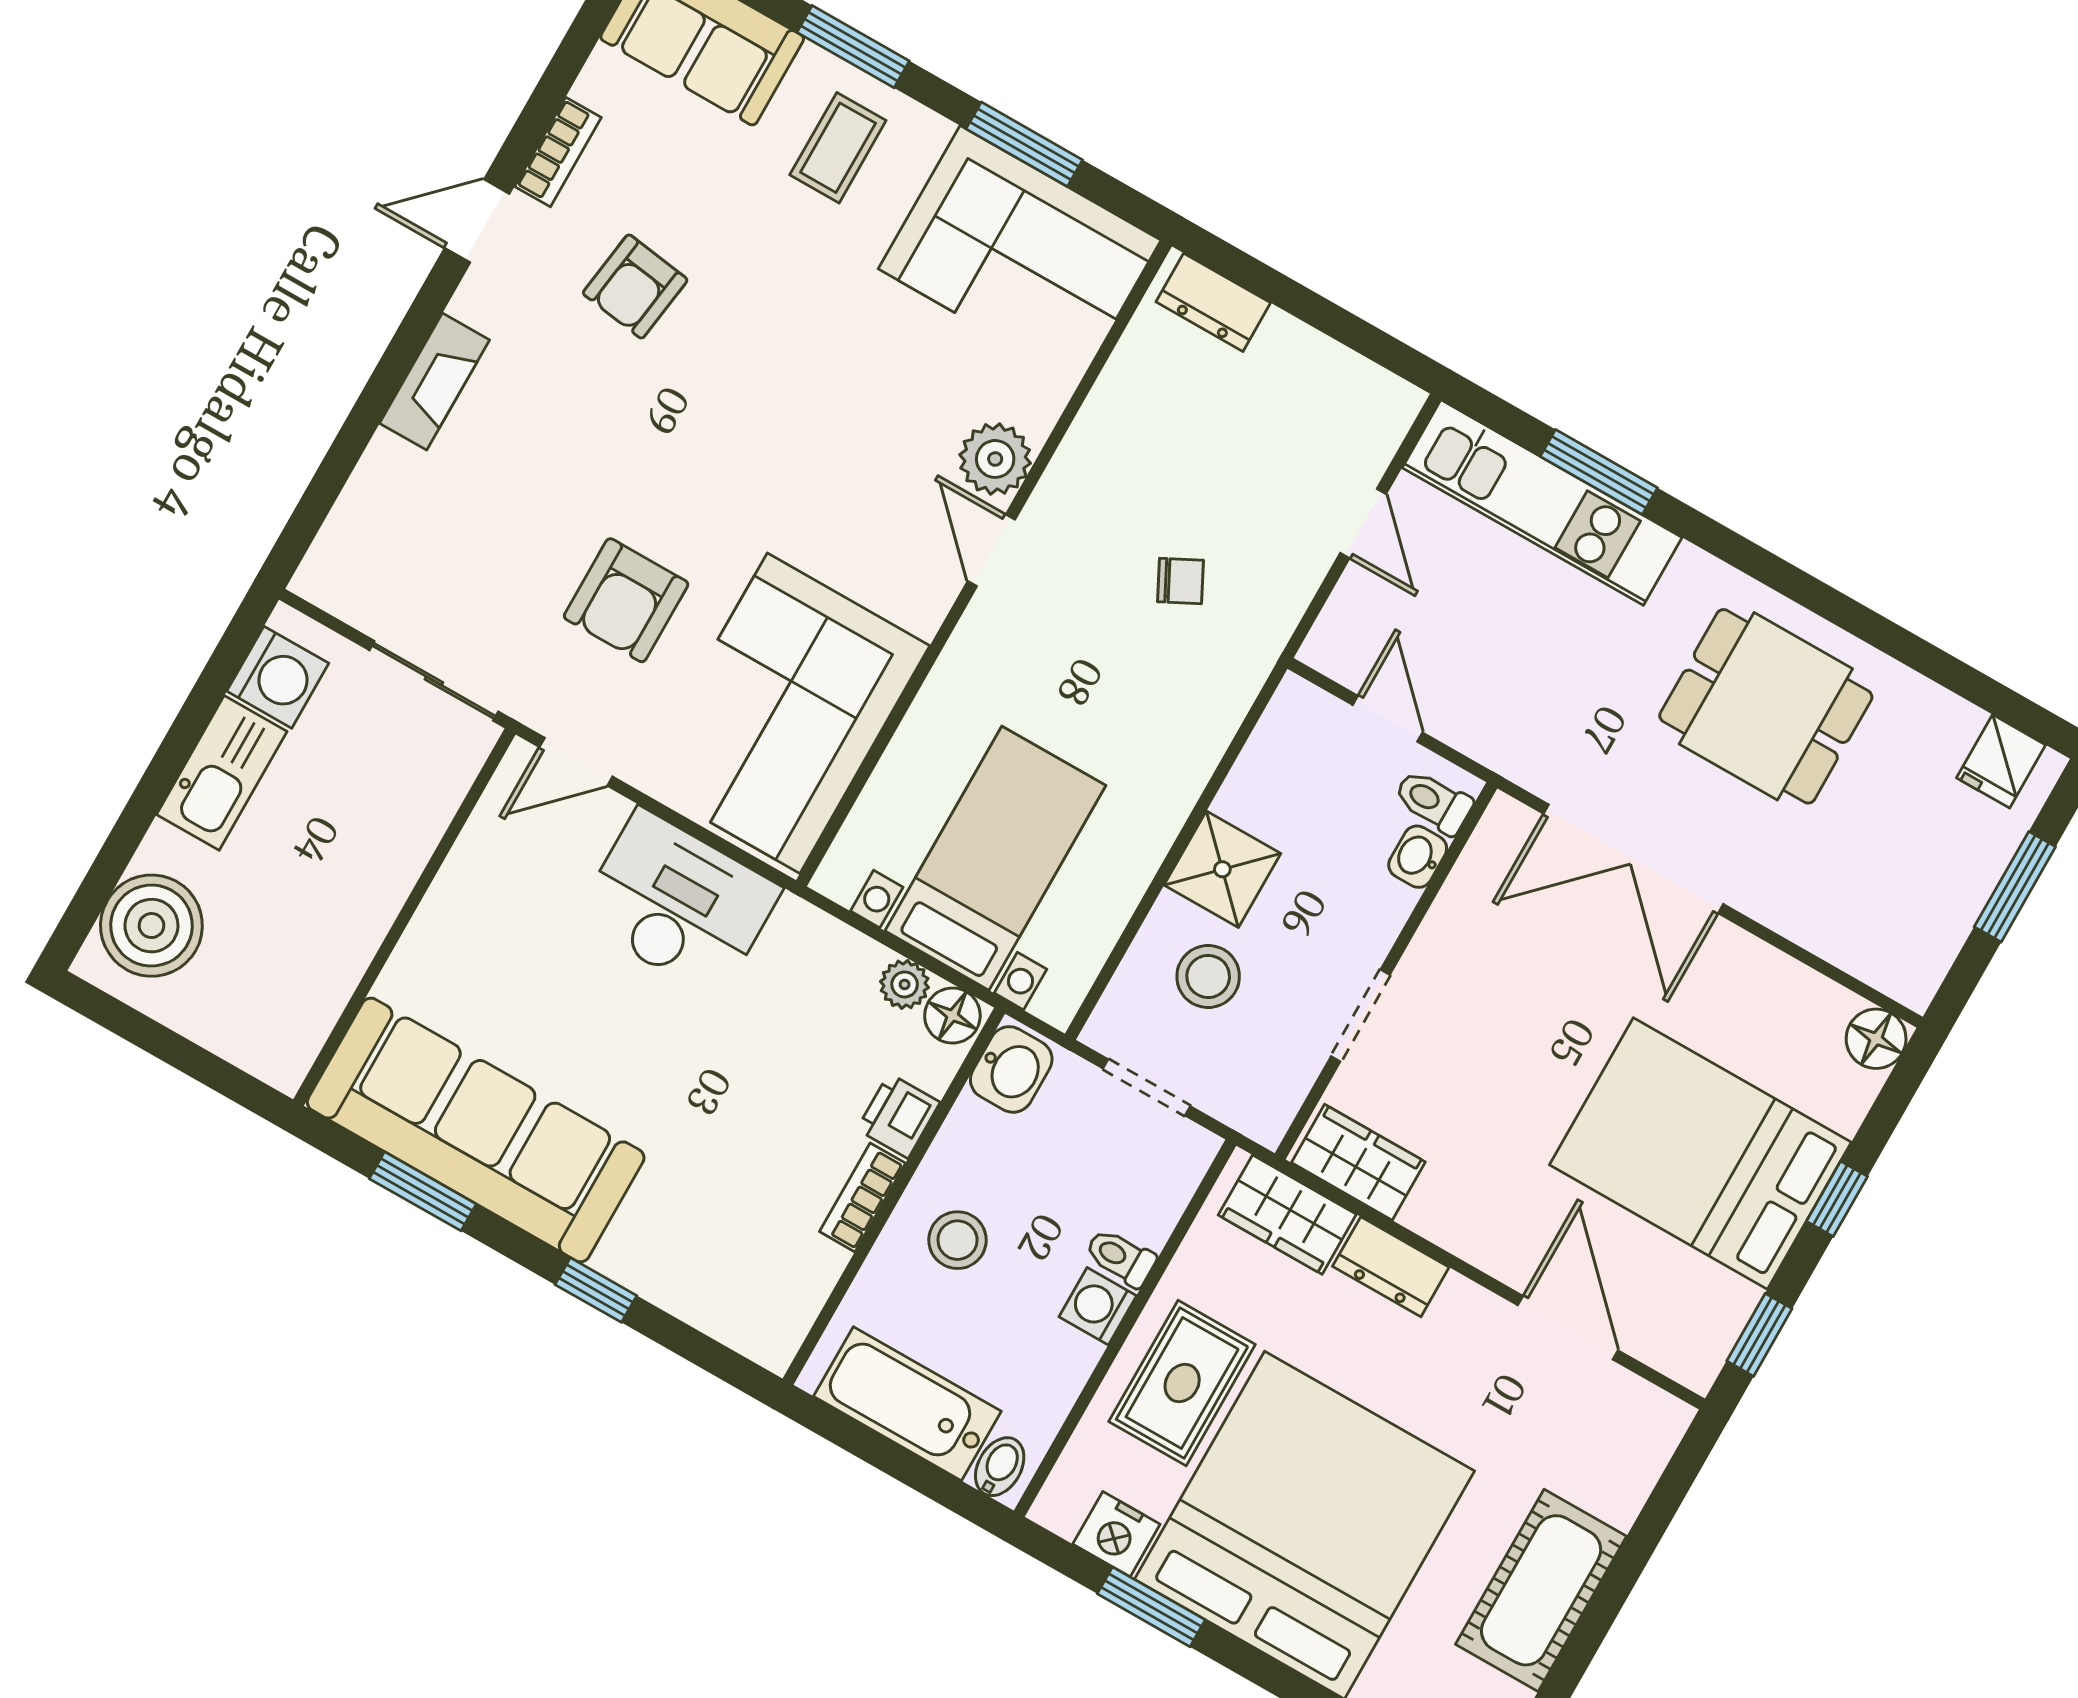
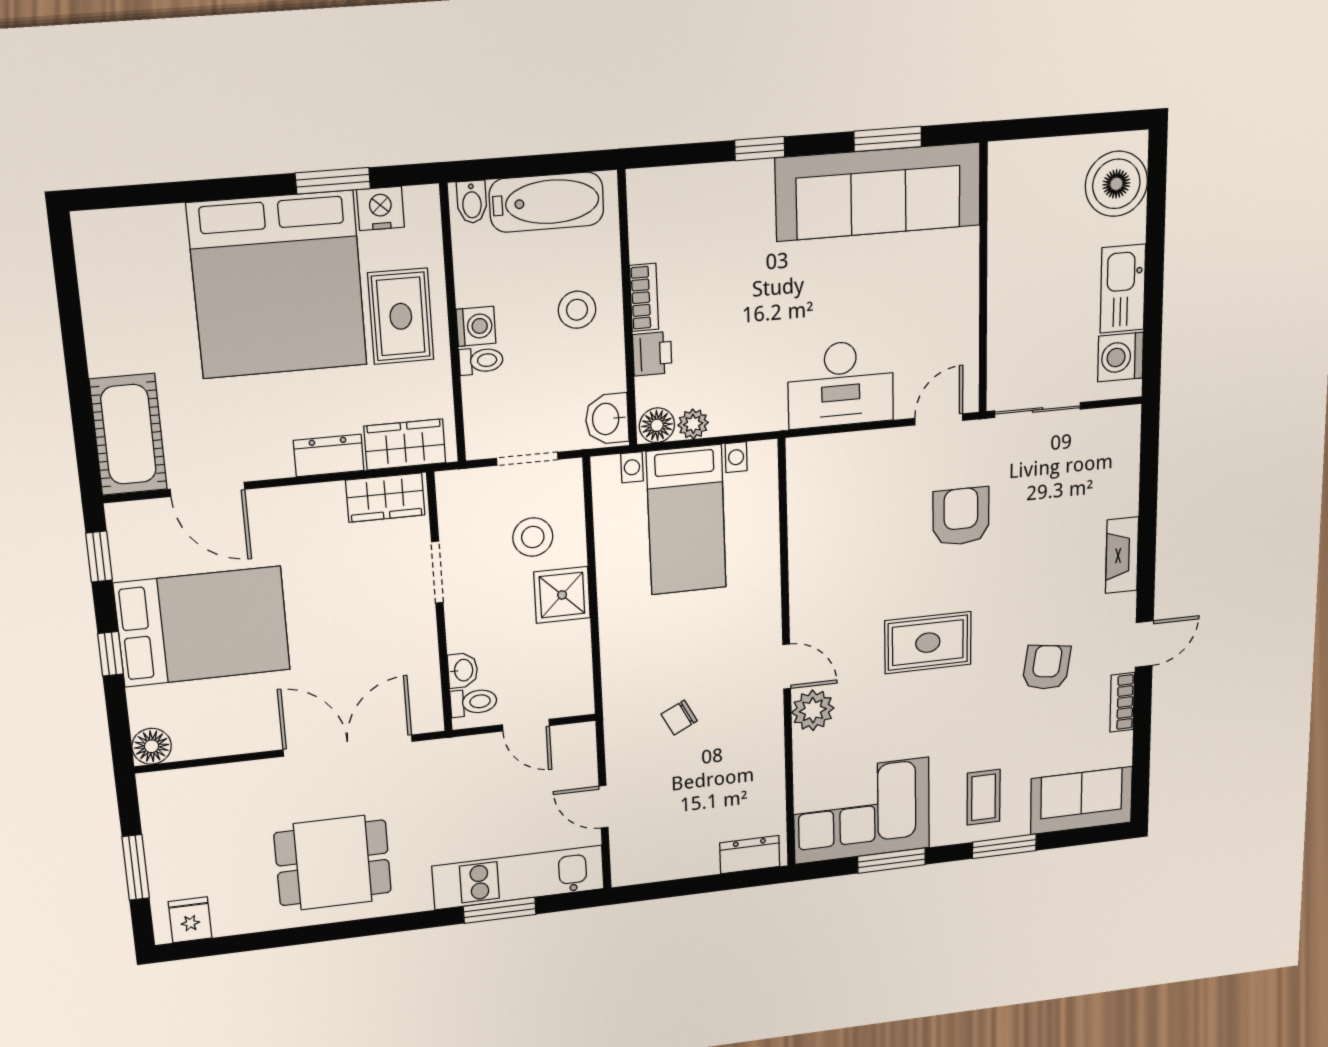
rug: (779, 445) -> (928, 643), added
corner sofa: (784, 713) -> (844, 517), removed
cot: (1541, 1590) -> (128, 434), moved

